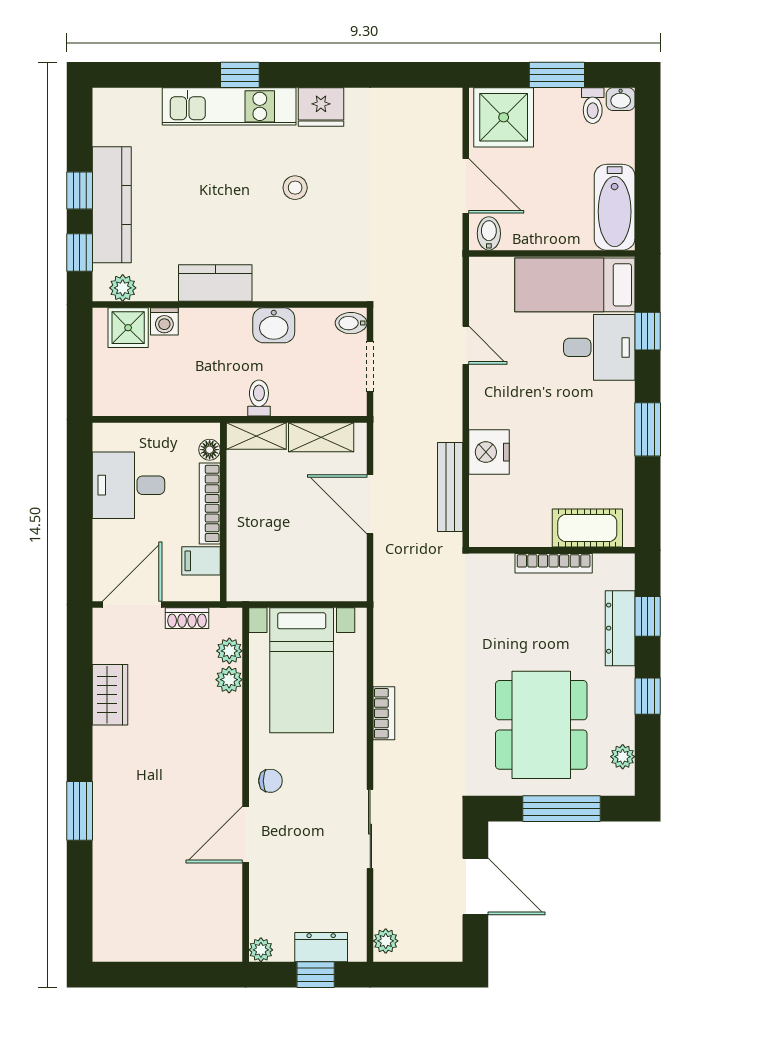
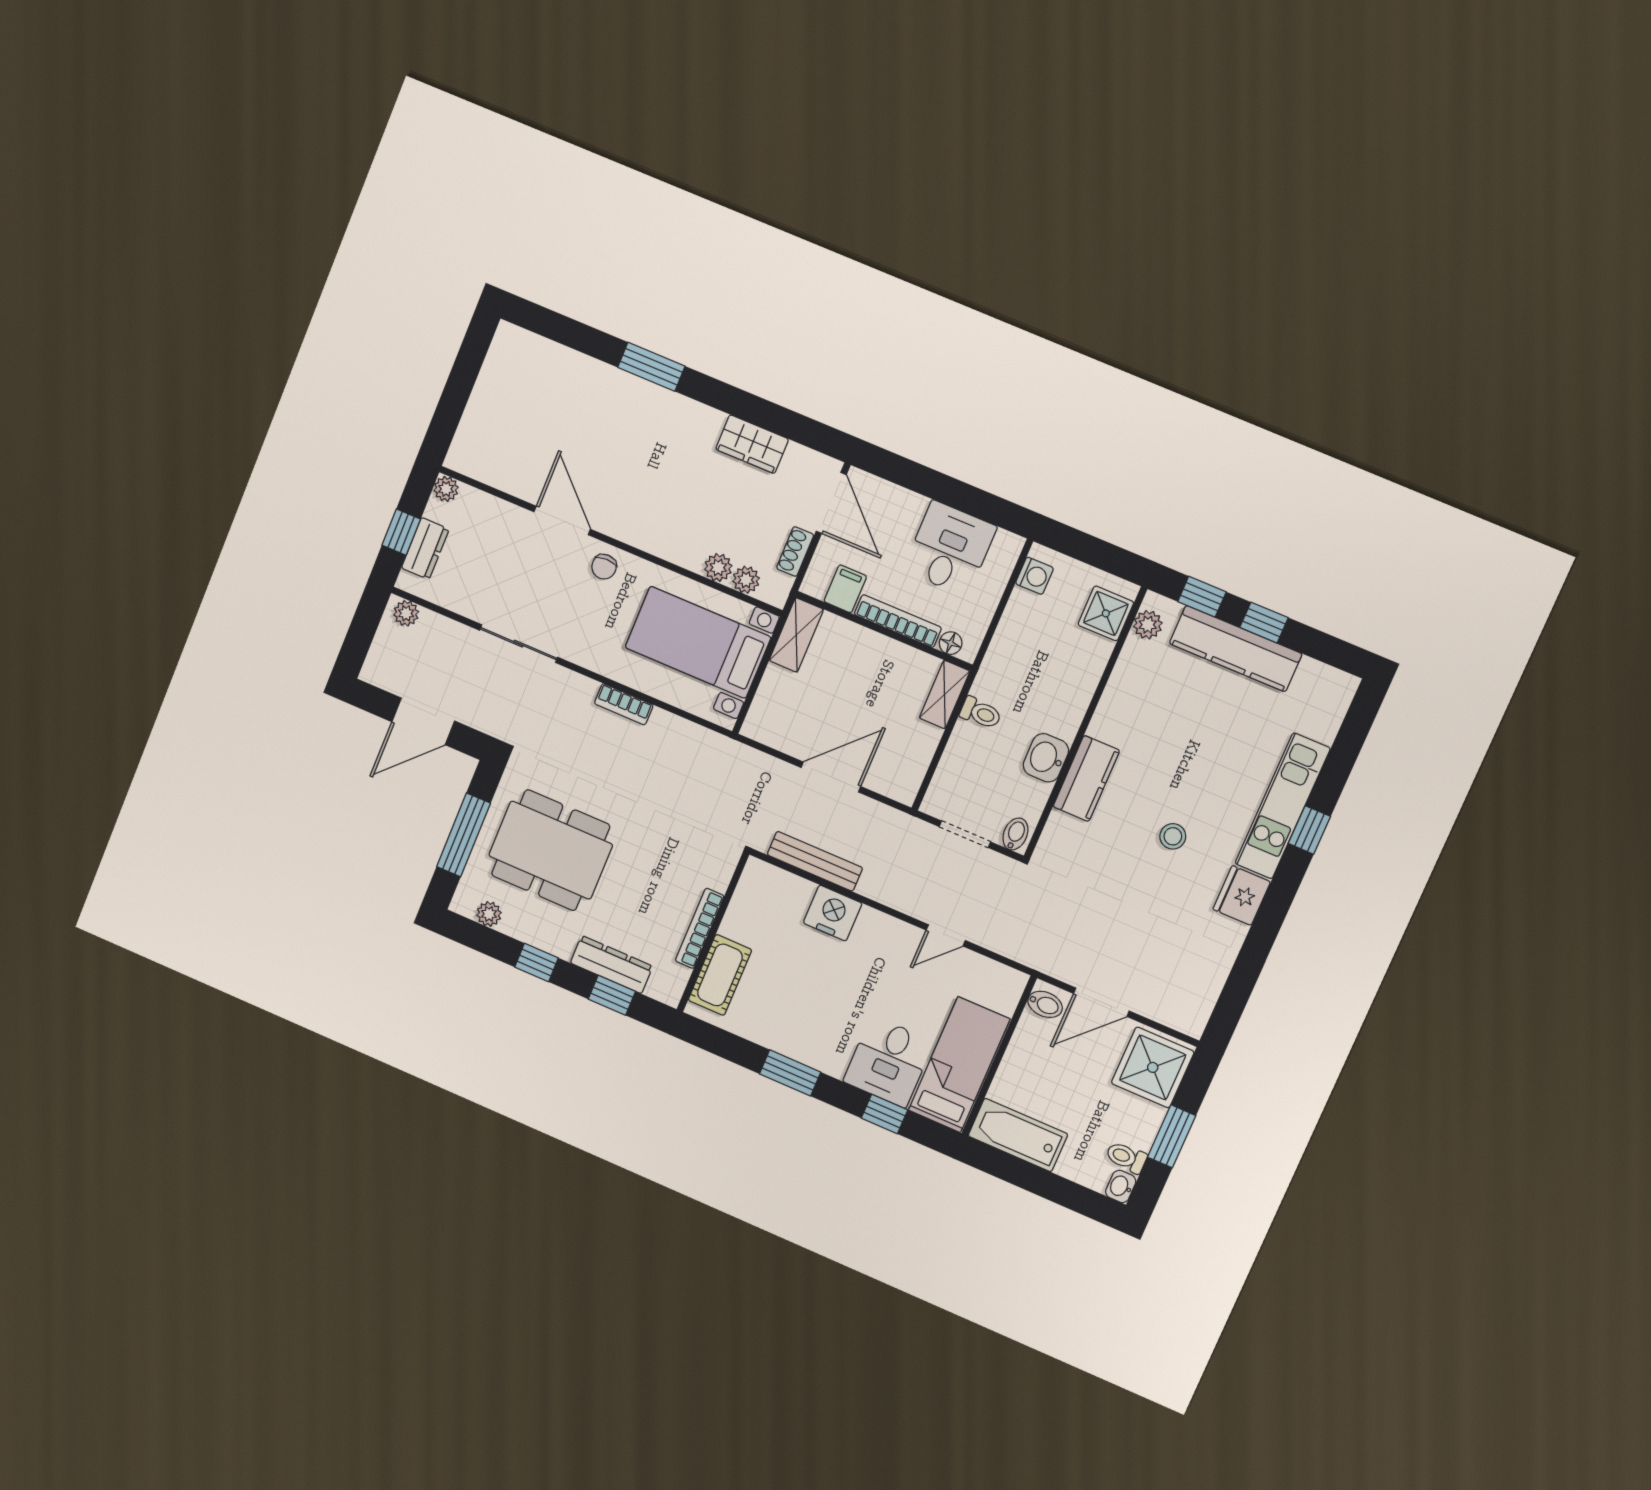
kitchen counter: (215, 283) -> (1086, 779), moved
washing machine: (164, 321) -> (1034, 576), moved, turned 180
shelving: (321, 437) -> (796, 635), moved

